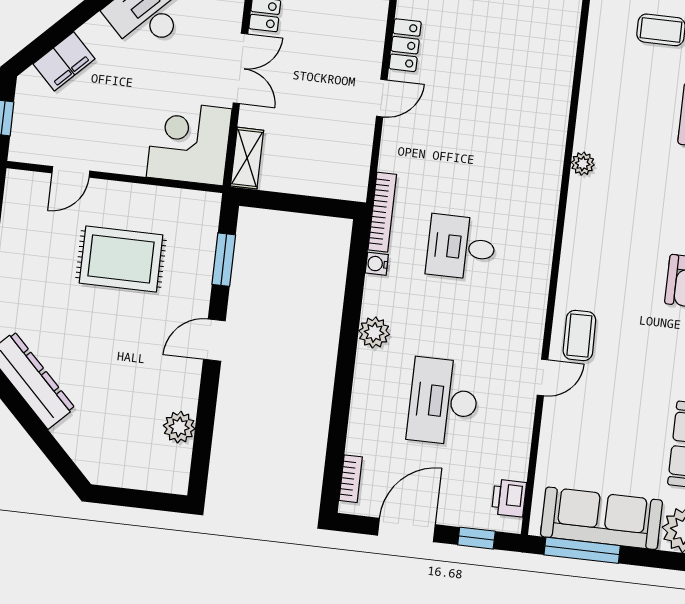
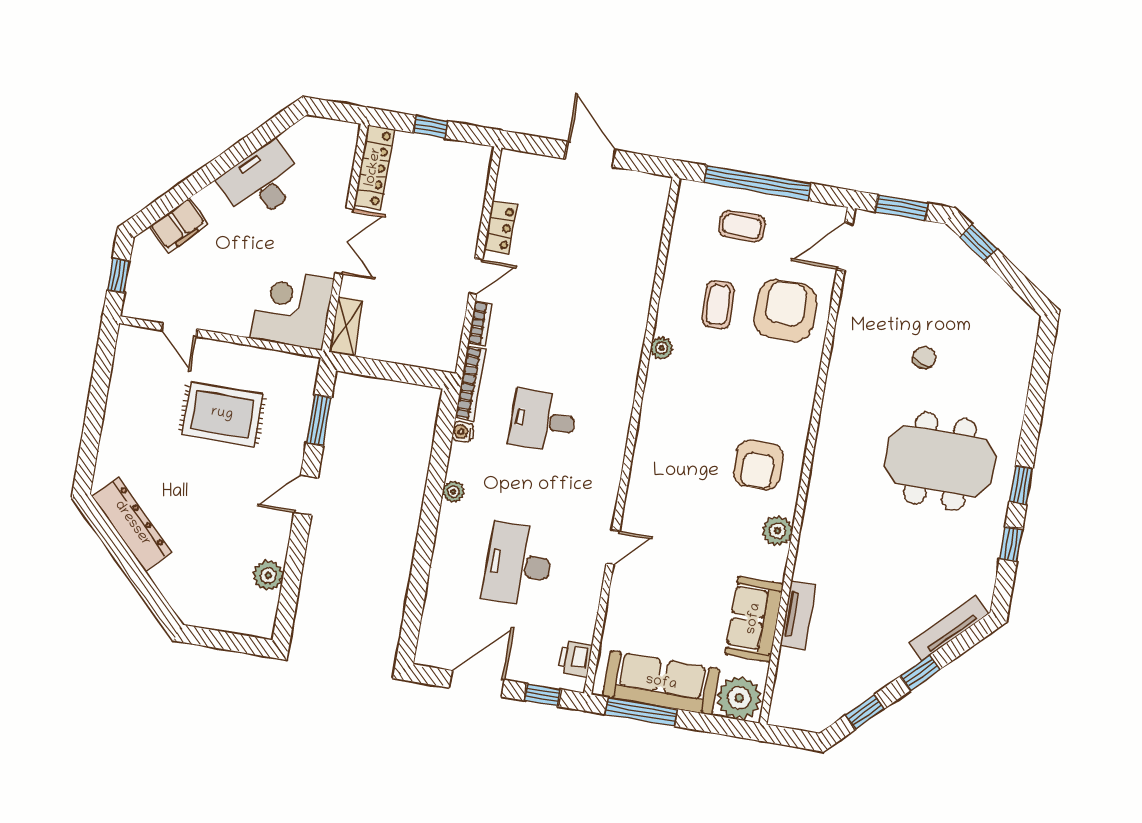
door: (71, 172) -> (179, 330), hinge flipped
plant: (374, 332) -> (453, 492), width x0.73, depth x0.73
coffee table: (579, 336) -> (718, 305), moved
bookcase: (351, 479) -> (480, 323), moved

